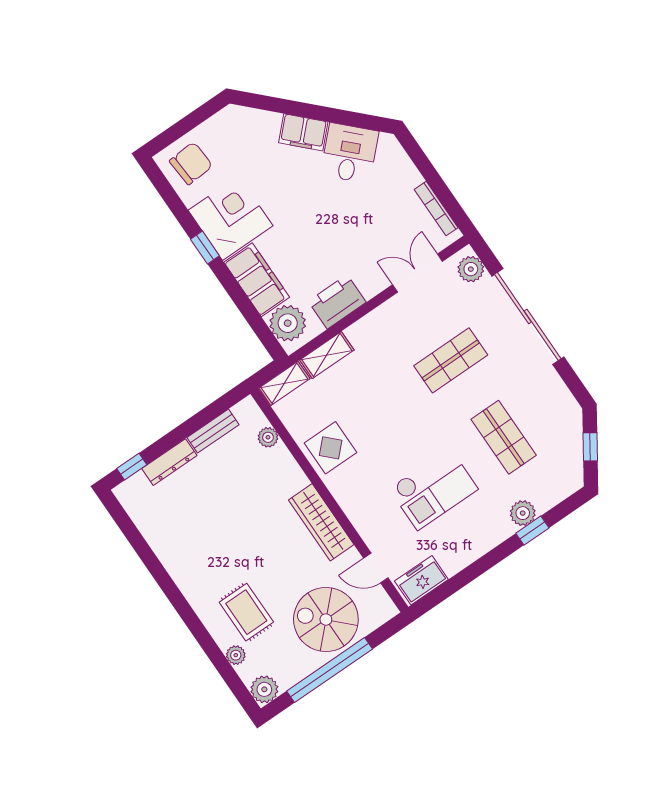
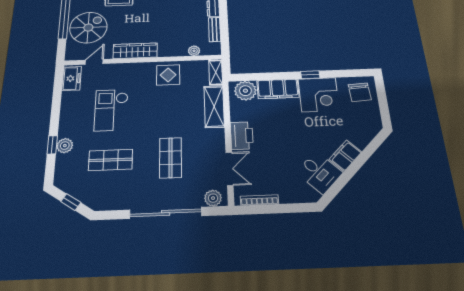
printer: (337, 302) -> (242, 136), moved
shelving: (327, 355) -> (214, 106), width x1.50, depth x1.33

